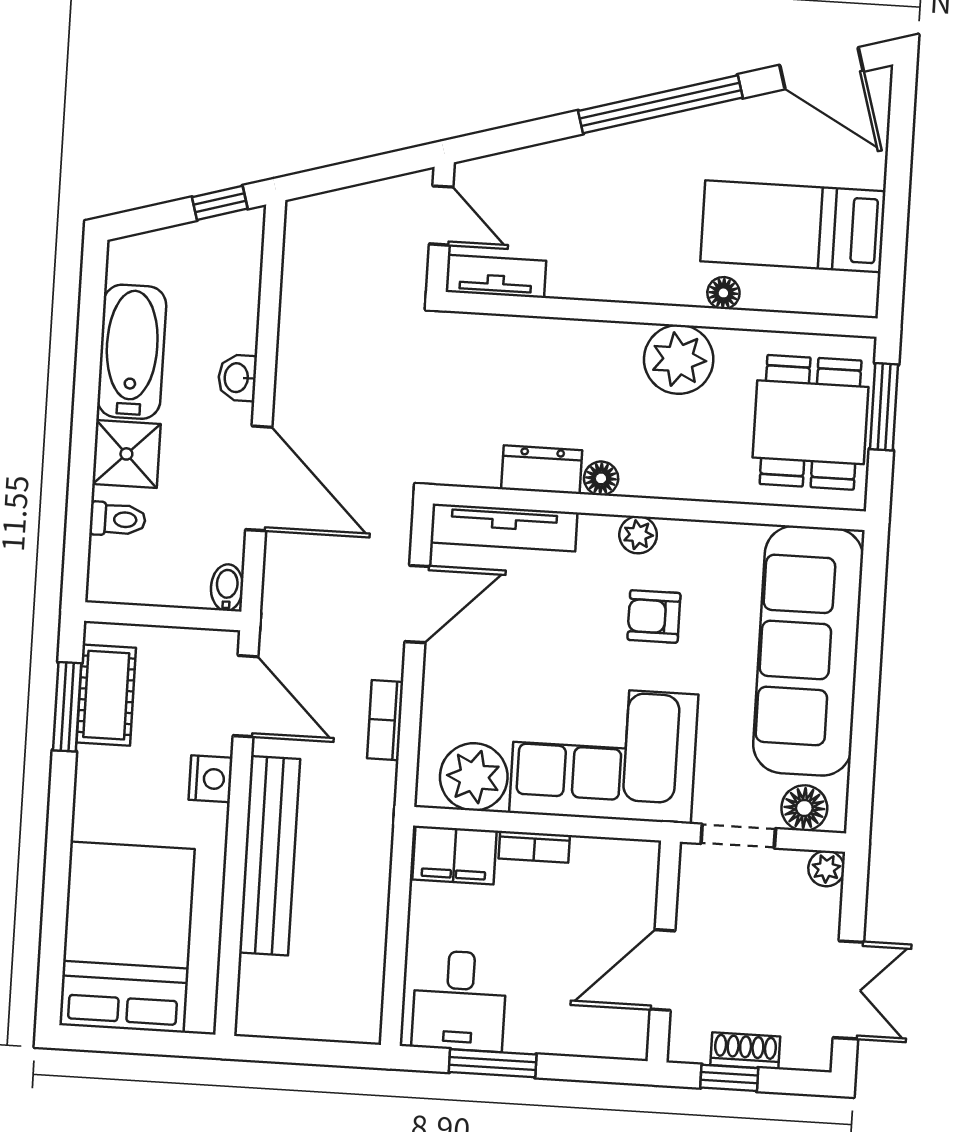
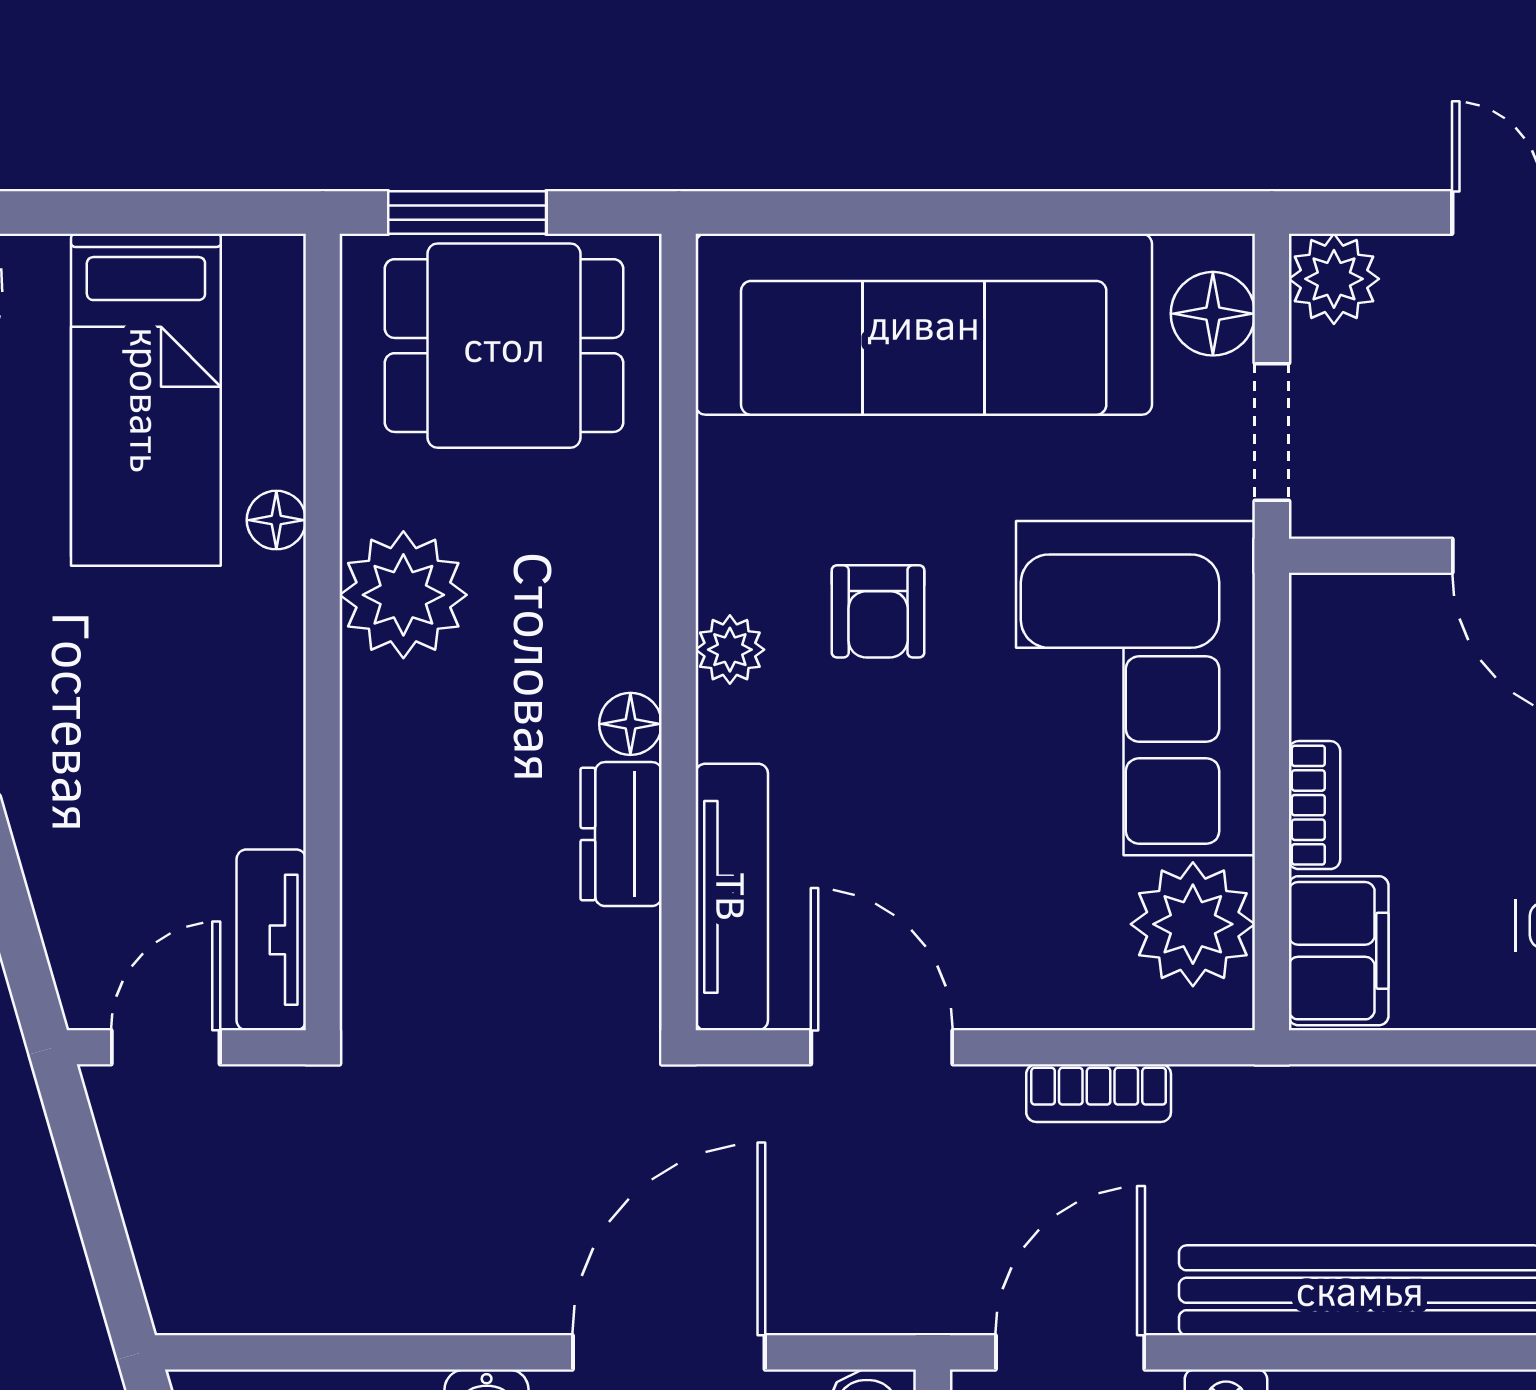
plant: (826, 869) -> (1334, 279), width x1.38, depth x1.38

